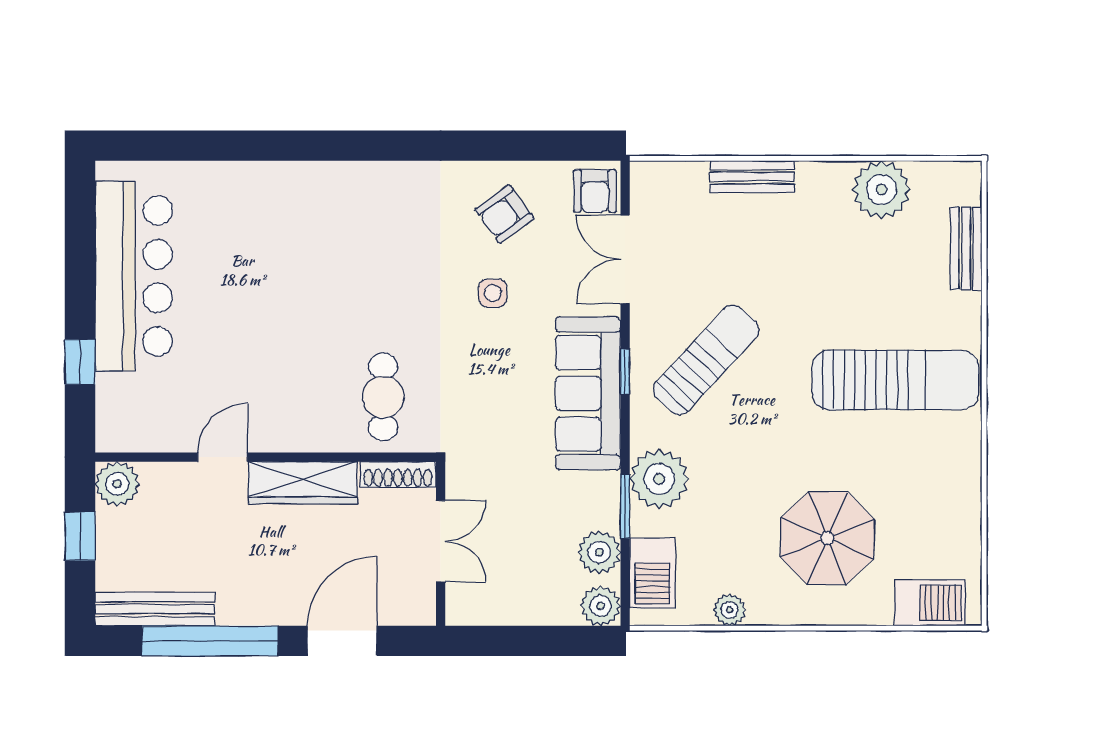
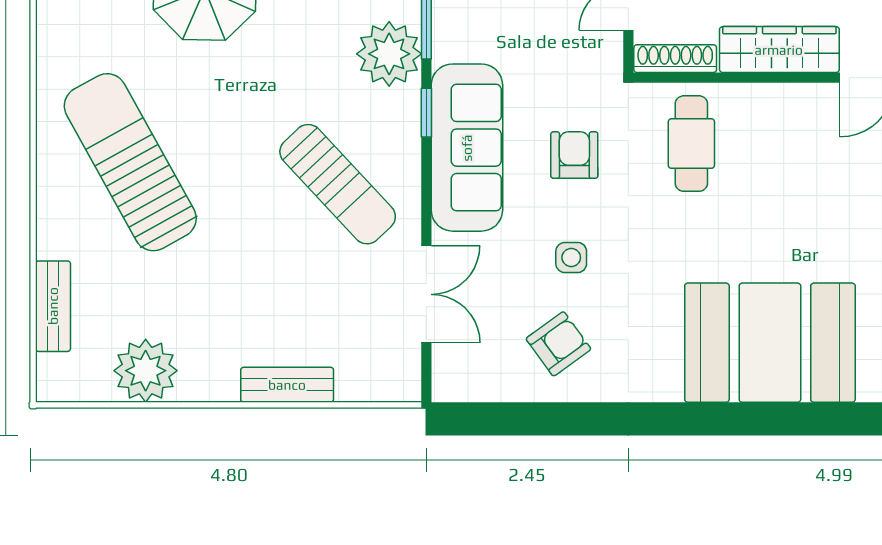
armchair: (595, 191) -> (574, 155), moved
booth: (311, 215) -> (770, 343), added
sun lounger: (706, 360) -> (338, 184), turned -86
window: (625, 372) -> (426, 113), moved
sun lounger: (895, 380) -> (130, 162), turned 61

